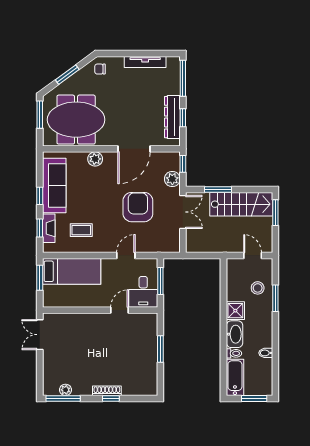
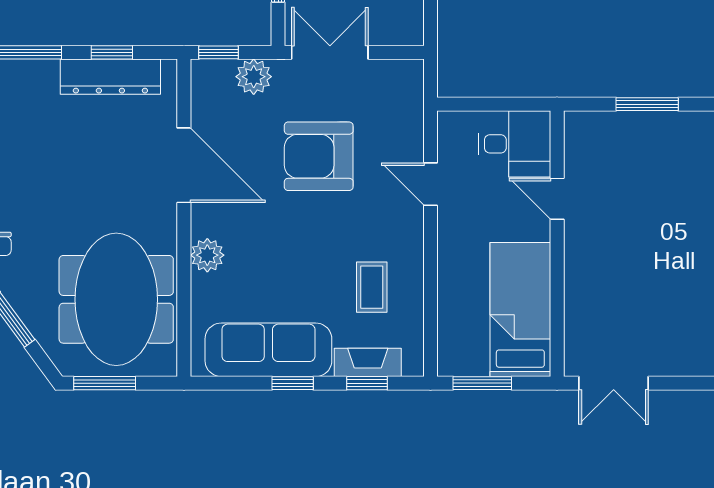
bed: (72, 271) -> (520, 310), moved
window: (160, 281) -> (490, 104), removed

